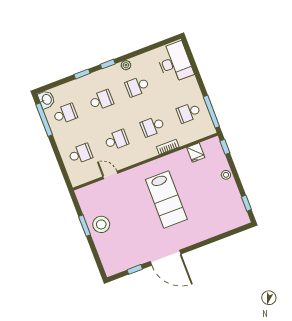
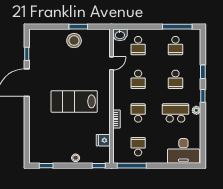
school desk: (137, 86) -> (175, 113), width x1.85
washbasin: (46, 99) -> (120, 35), moved

